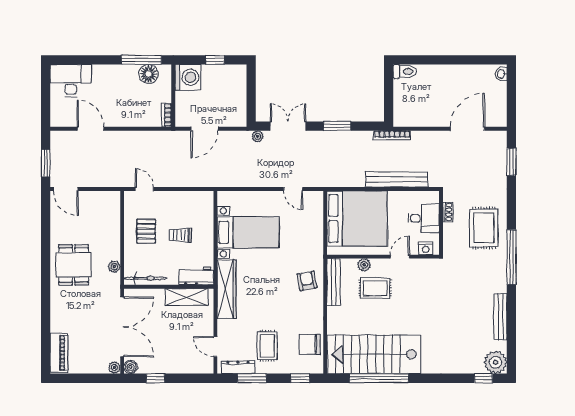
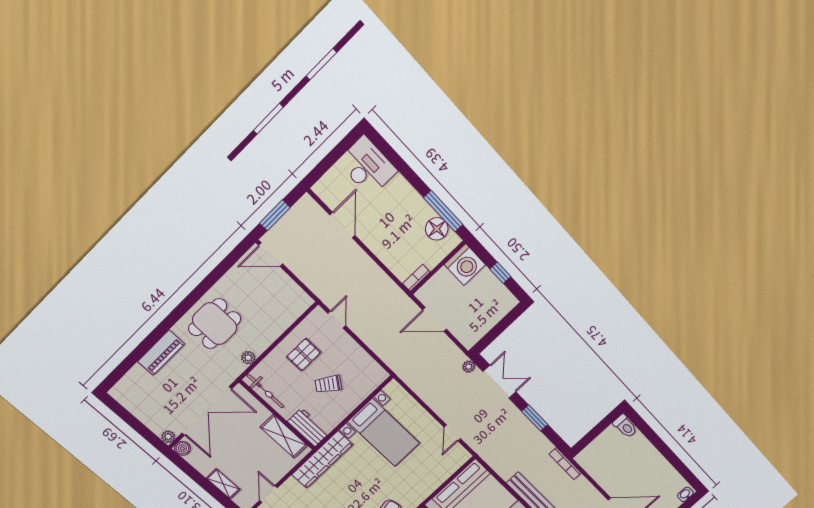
door: (66, 189) -> (271, 255), hinge flipped
trolley: (180, 235) -> (328, 384), turned -54
piano: (59, 353) -> (161, 353), moved
shelving: (179, 367) -> (223, 484), added
window: (156, 378) -> (195, 475), removed

